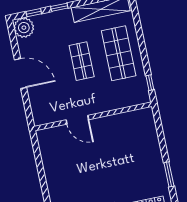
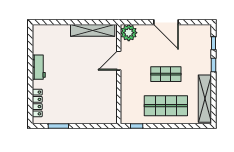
plant: (24, 28) -> (129, 33), moved
door: (21, 74) -> (166, 22), hinge flipped
shelving: (48, 158) -> (93, 30), added

